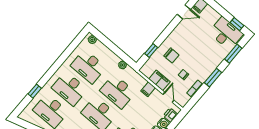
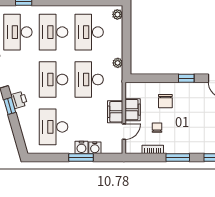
window: (151, 51) -> (186, 78), moved
filing cabinet: (148, 89) -> (115, 112), width x2.00
printer: (170, 115) -> (109, 147), removed

